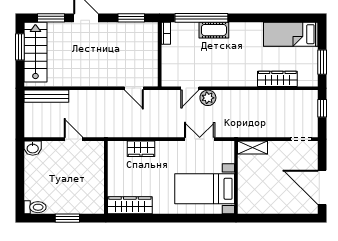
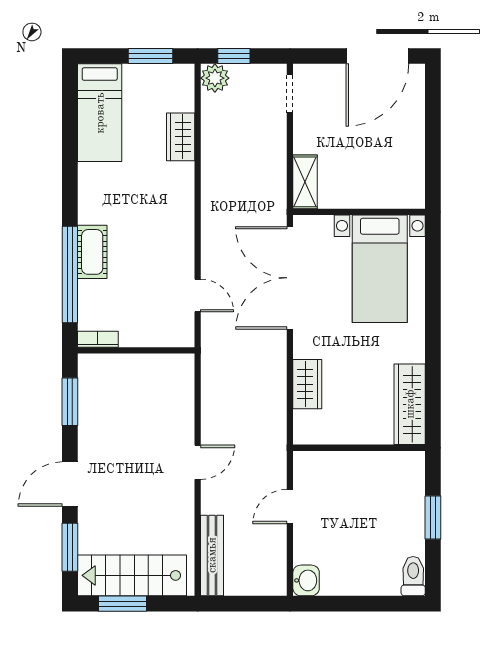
wardrobe: (277, 79) -> (181, 137), width x0.67
door: (134, 88) -> (198, 462), moved
plant: (208, 98) -> (215, 78), moved
double door: (200, 139) -> (290, 278), width x1.87

